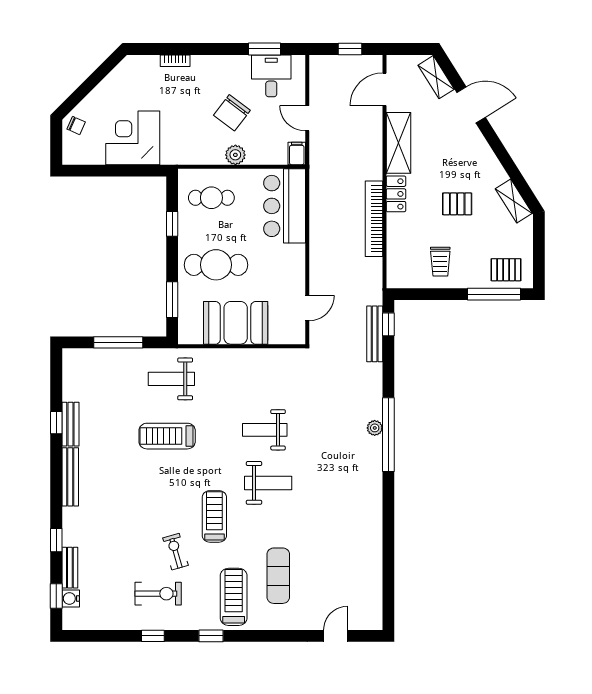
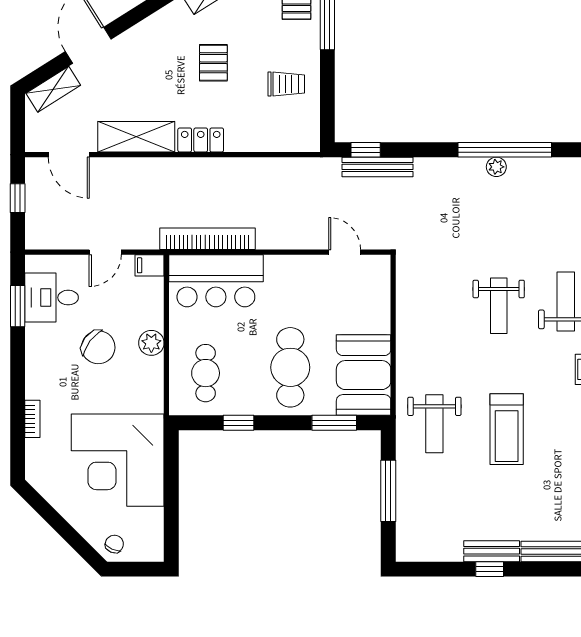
corner desk: (133, 138) -> (118, 460), width x1.36, depth x1.36
bookcase: (374, 219) -> (207, 239), moved, turned 180
booth: (236, 323) -> (364, 375), moved

